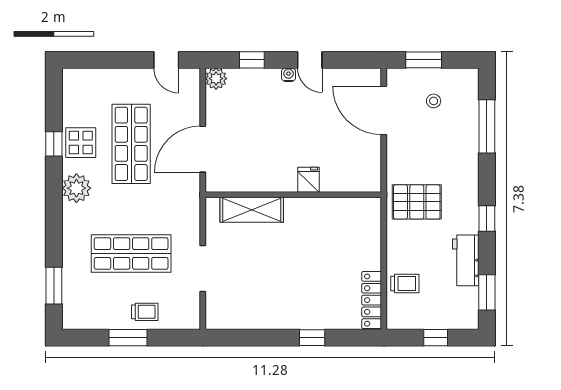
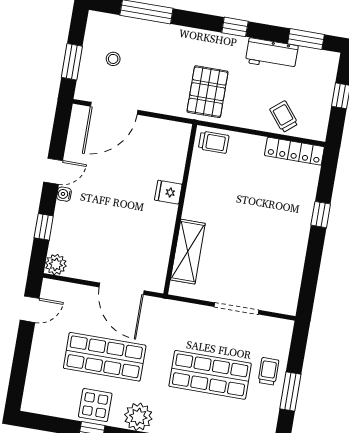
trolley: (367, 217) -> (214, 142), added
shop shelf: (131, 254) -> (210, 375), turned 90
trolley: (405, 284) -> (284, 117), turned -39

